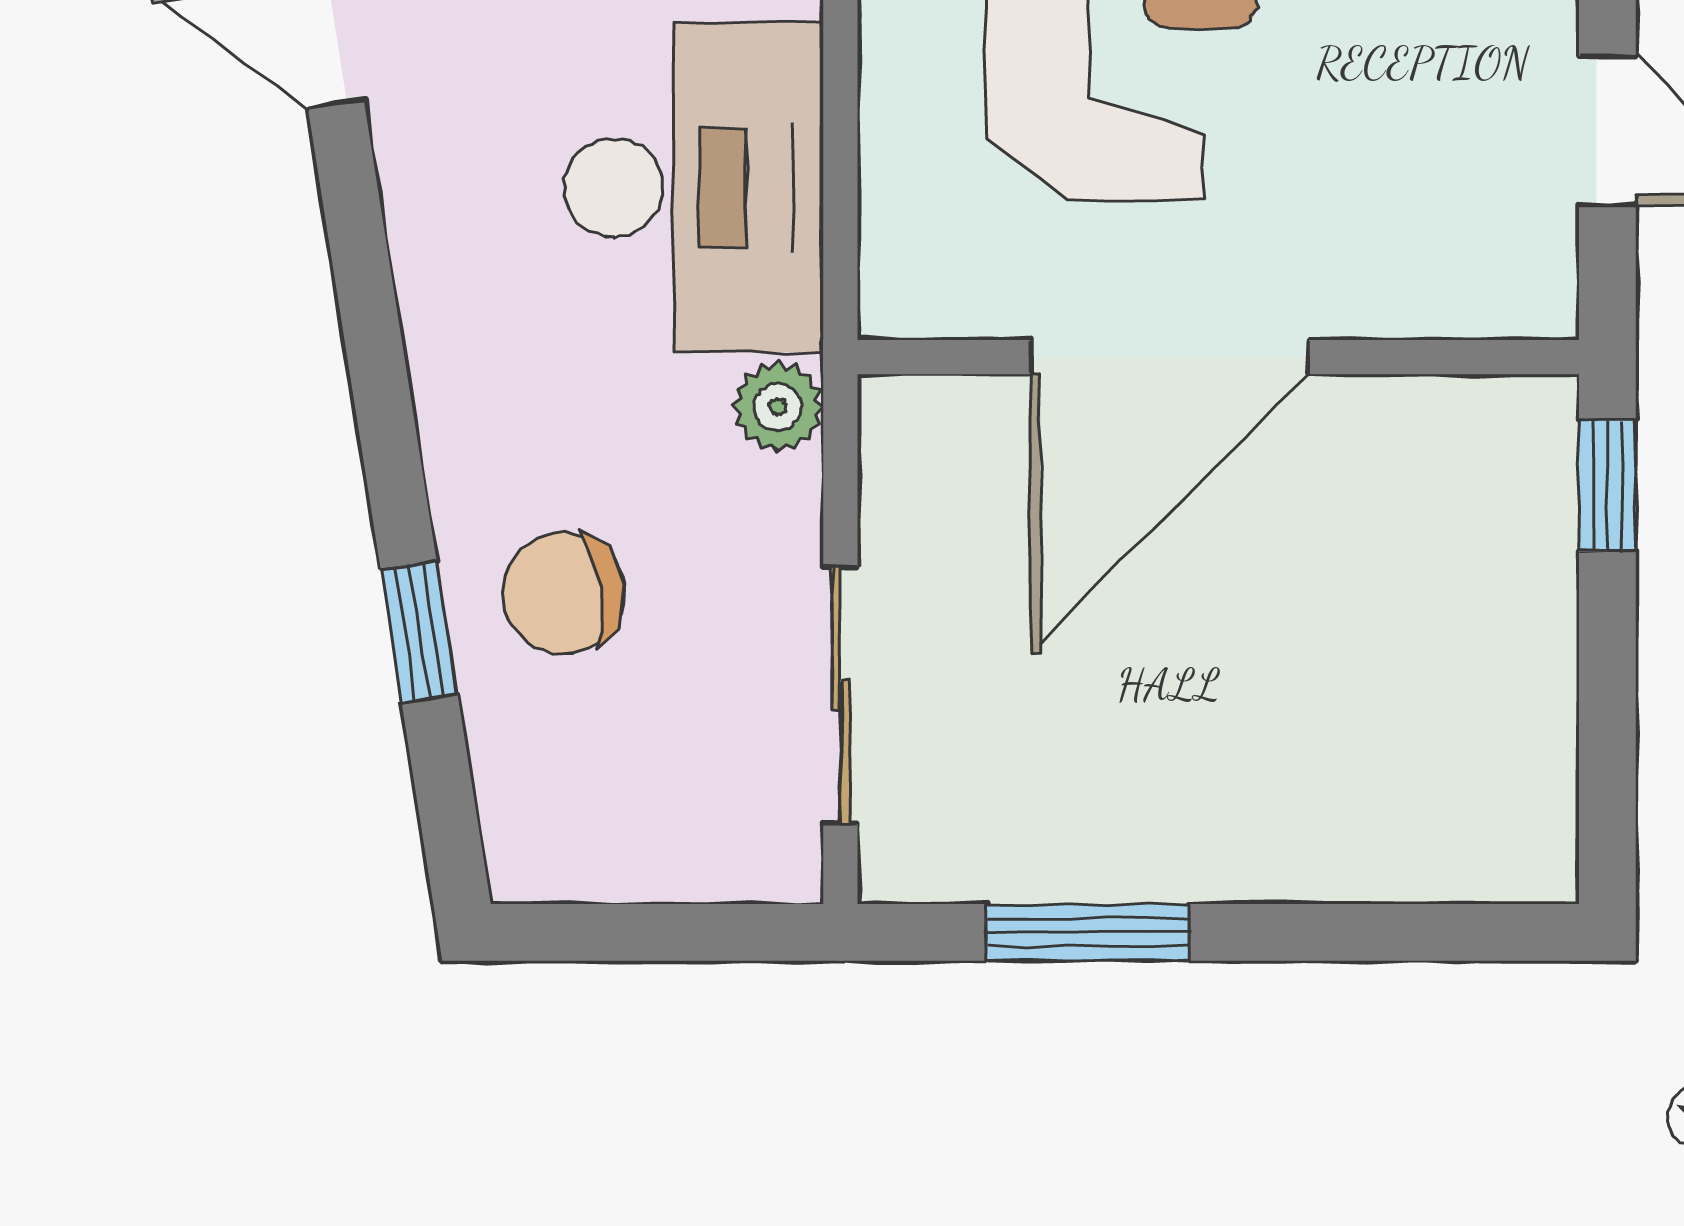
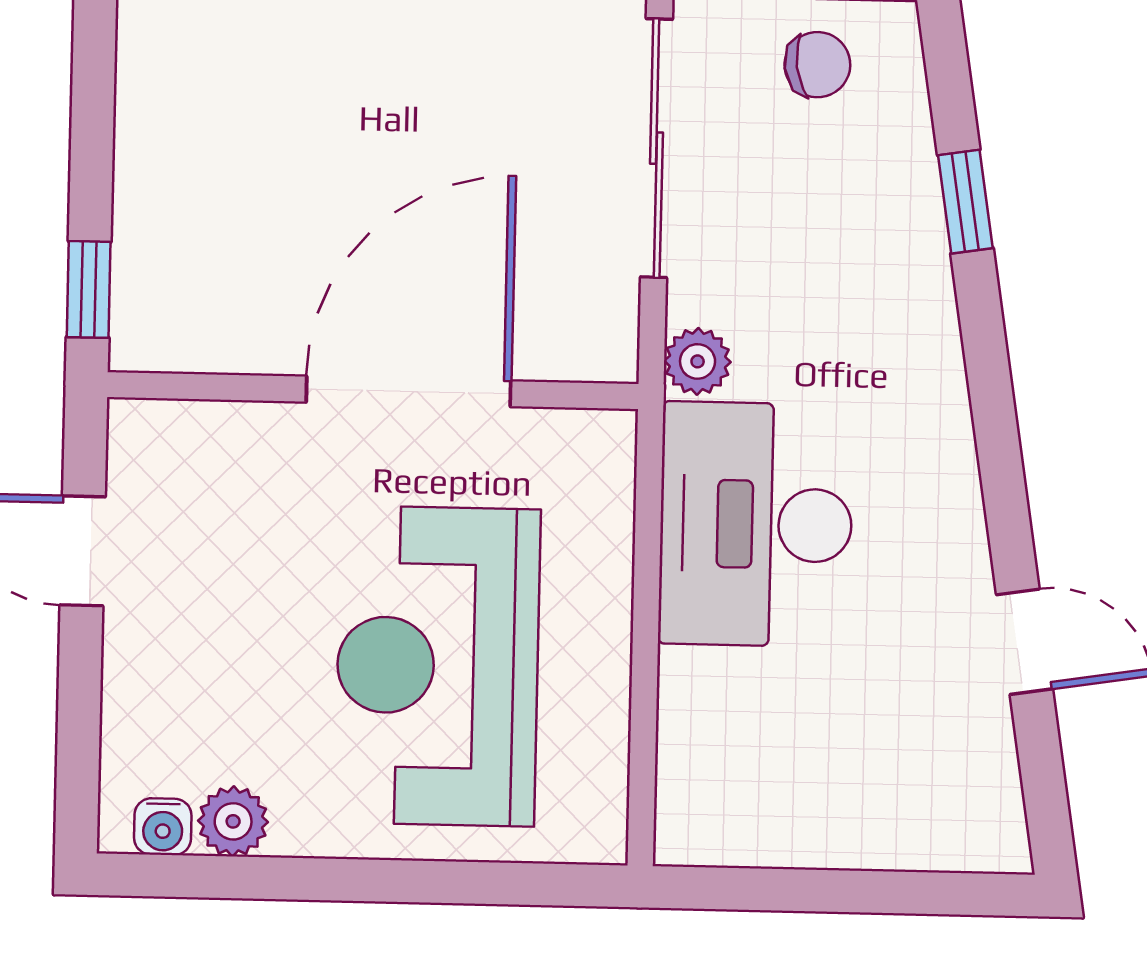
chair: (564, 593) -> (817, 65), moved, width x0.73, depth x0.73
sliding door: (840, 695) -> (656, 148), width x1.37

